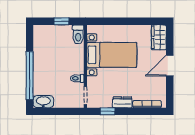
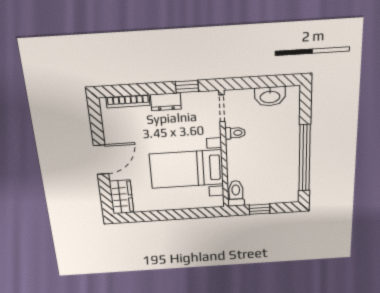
window: (30, 76) -> (305, 158), moved
washbasin: (43, 102) -> (270, 96), moved

